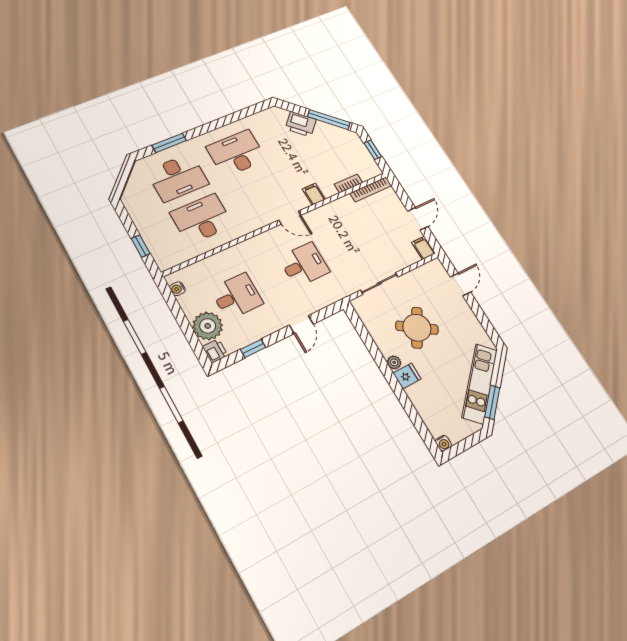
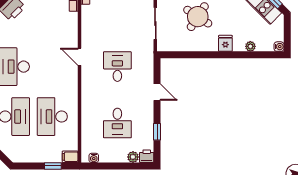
filing cabinet: (314, 194) -> (70, 157), moved
door: (290, 218) -> (79, 57), swing flipped
desk: (237, 296) -> (117, 123), turned 180
plant: (208, 326) -> (133, 157), width x0.53, depth x0.53
plant: (394, 362) -> (250, 46), moved

